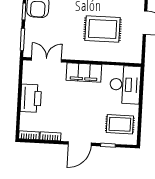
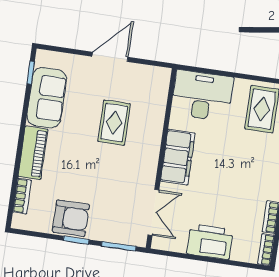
rug: (103, 29) -> (114, 123), width x0.73, depth x0.70
double door: (46, 60) -> (153, 212), swing flipped

